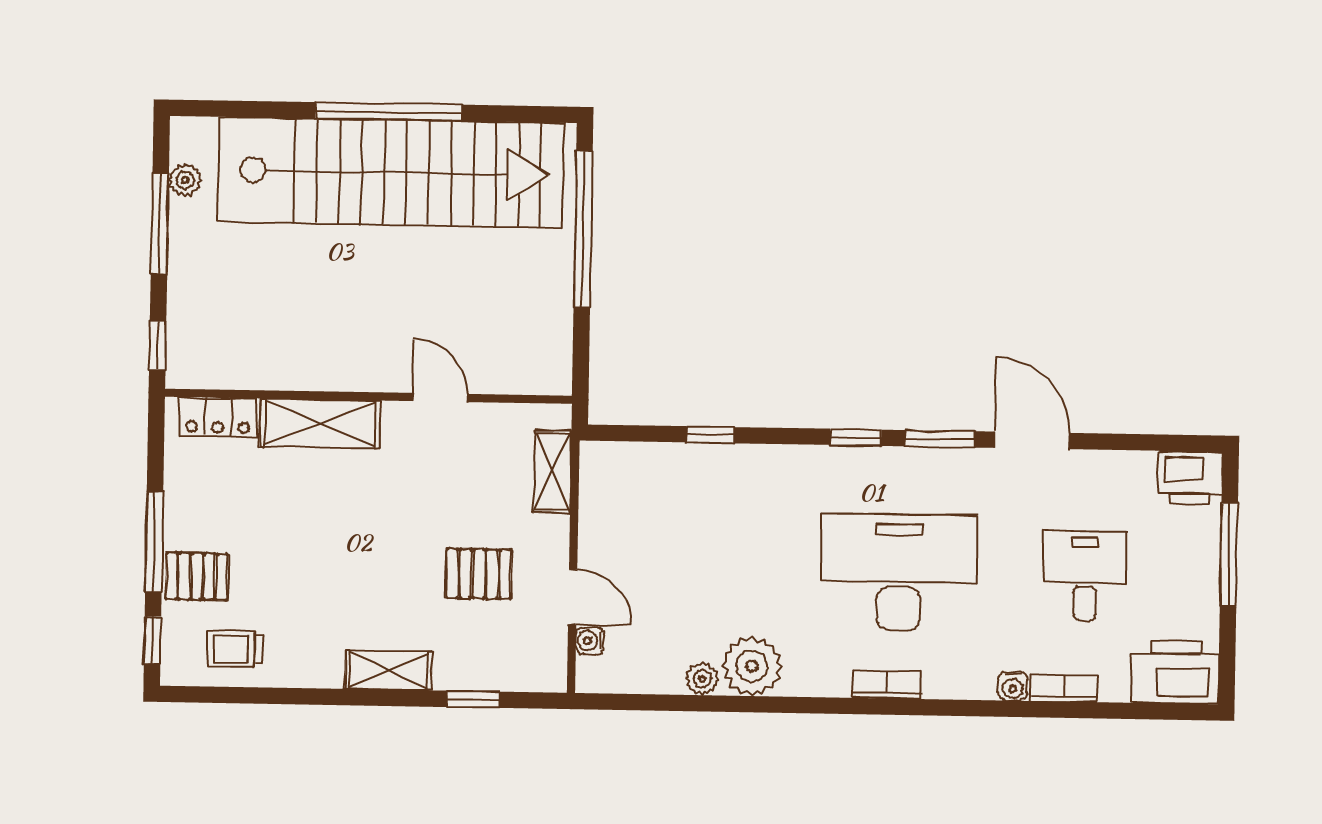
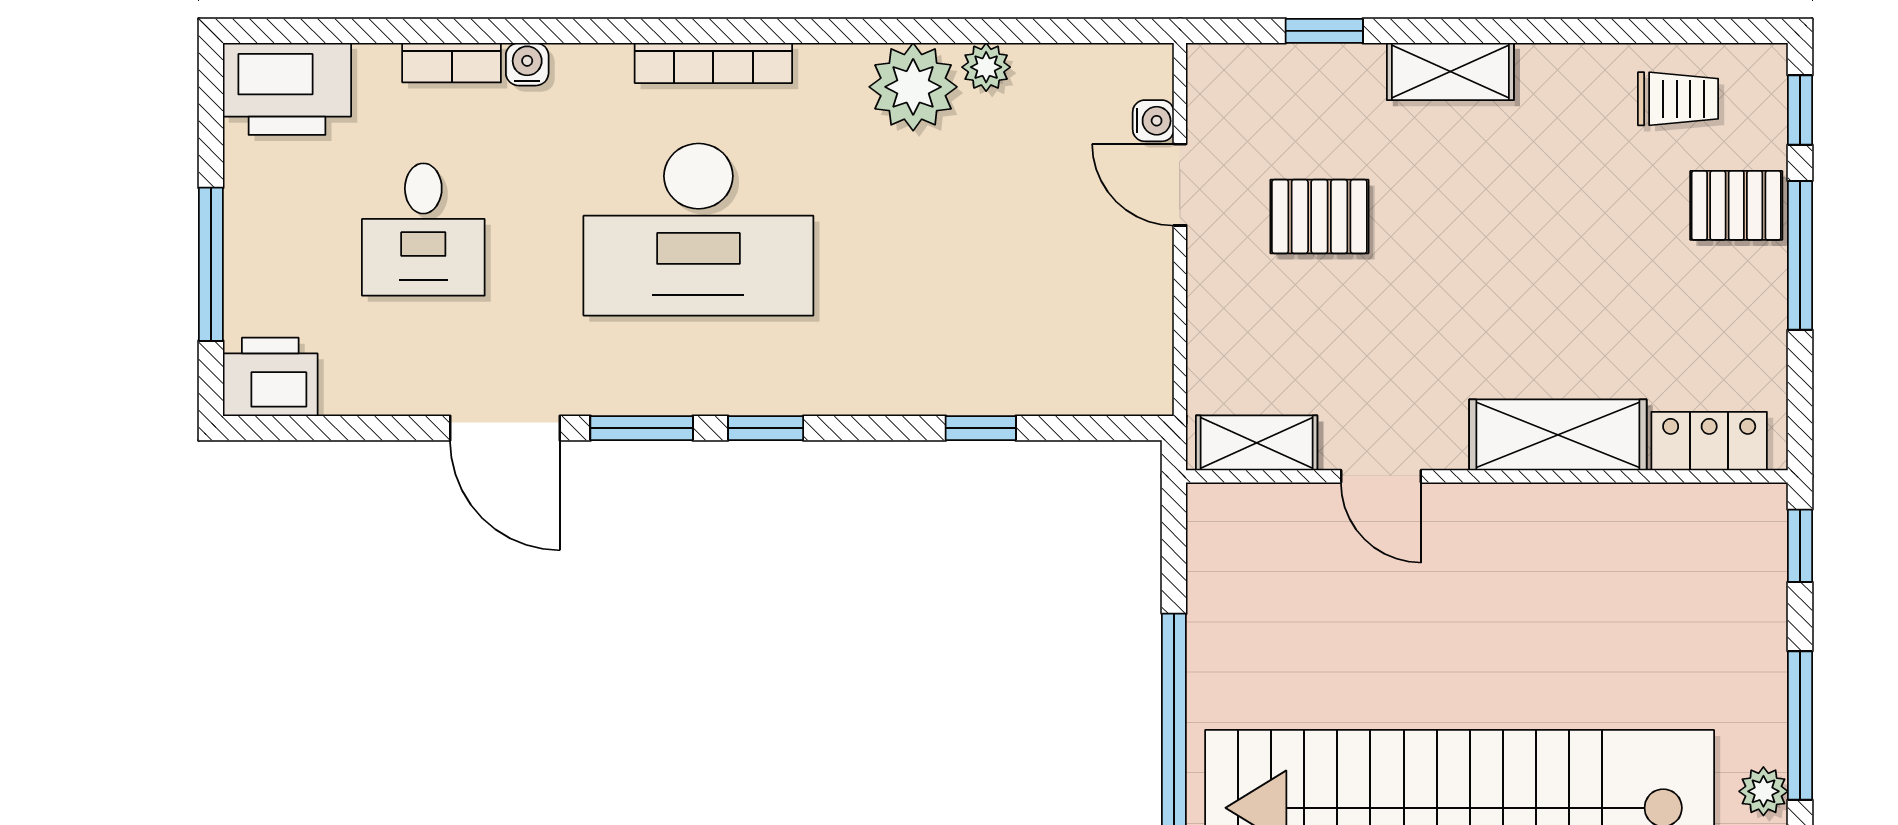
shelving: (552, 471) -> (1257, 443), moved, turned 90
bookcase: (887, 685) -> (713, 63), width x1.56

